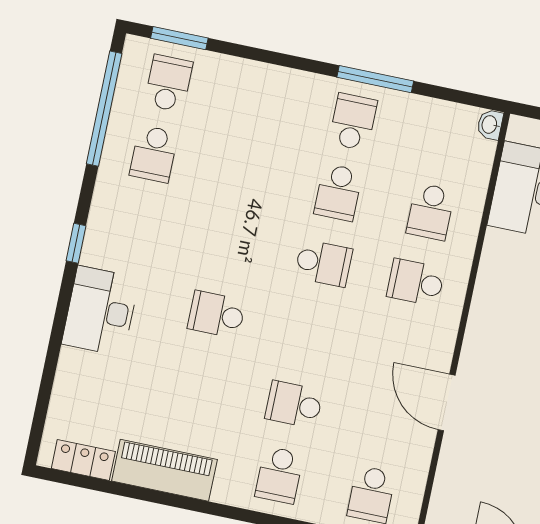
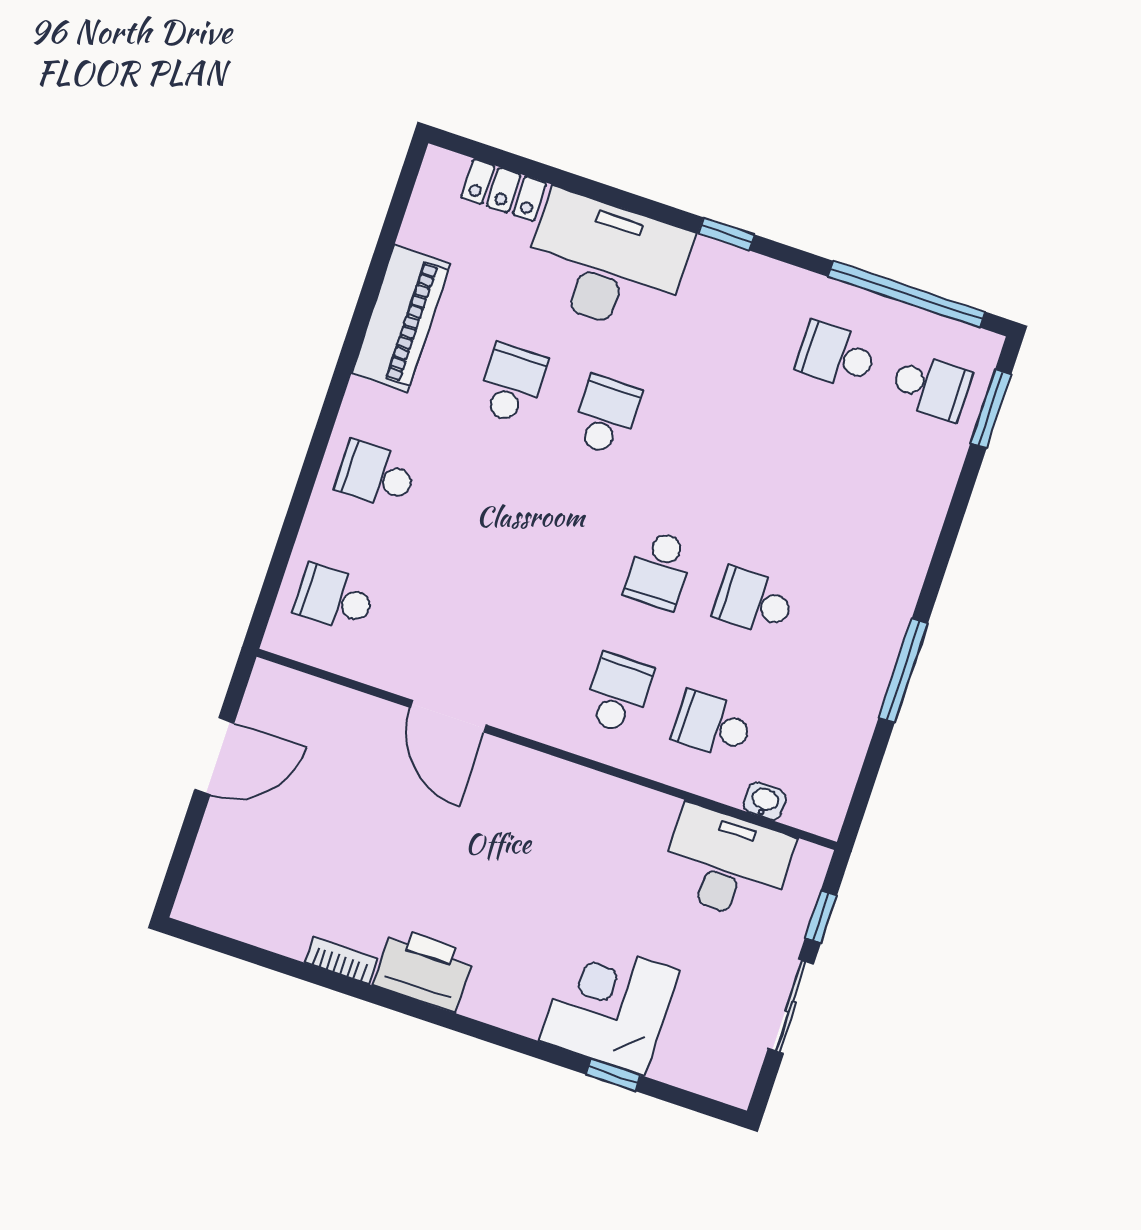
school desk: (353, 122) -> (848, 633), removed
washbasin: (490, 125) -> (765, 801), moved
desk: (101, 311) -> (606, 263), width x1.36, depth x1.30
door: (447, 403) -> (448, 716), swing flipped
school desk: (294, 404) -> (512, 383), moved
locker: (83, 460) -> (504, 190), moved, turned 90

